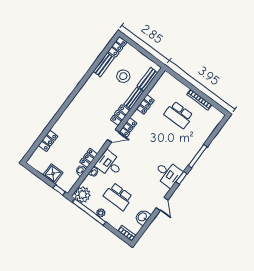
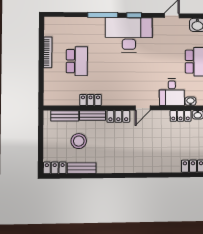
locker: (128, 127) -> (124, 100), removed
door: (113, 136) -> (143, 108), swing flipped
desk: (168, 173) -> (129, 35), width x1.87, depth x1.30

